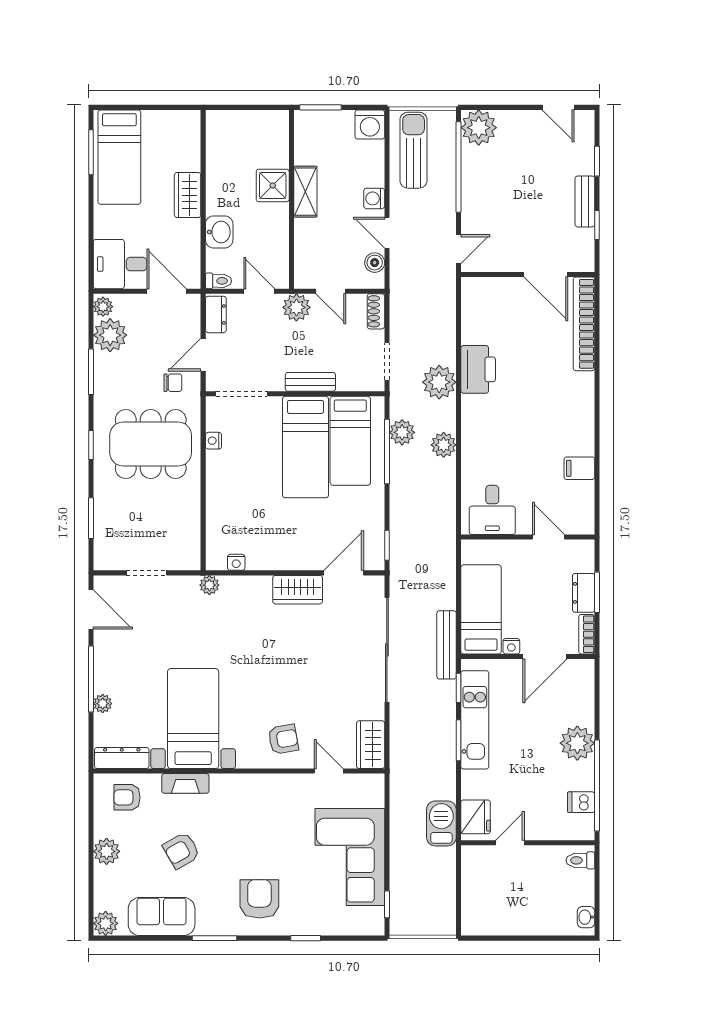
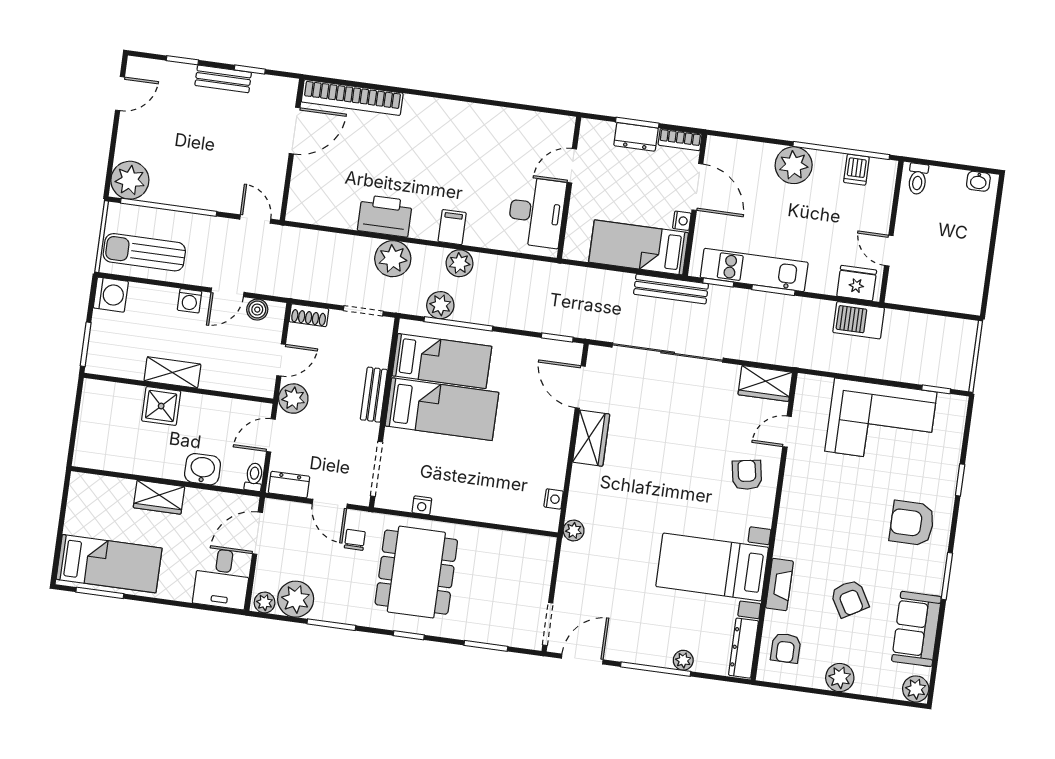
filing cabinet: (579, 468) -> (452, 227), moved, turned 180
desk: (492, 510) -> (536, 212), width x1.37
doorway: (147, 573) -> (548, 624), moved

